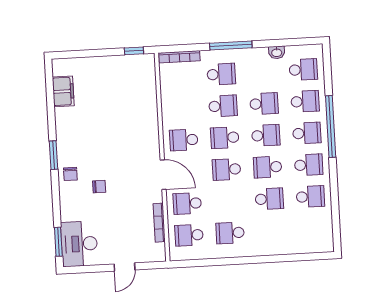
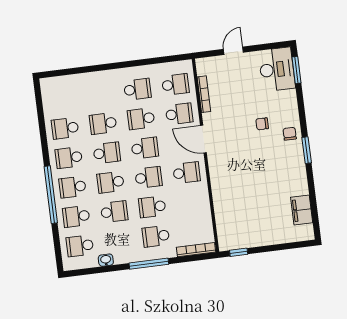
school desk: (264, 104) -> (114, 212), turned 180
school desk: (228, 201) -> (141, 119), added

